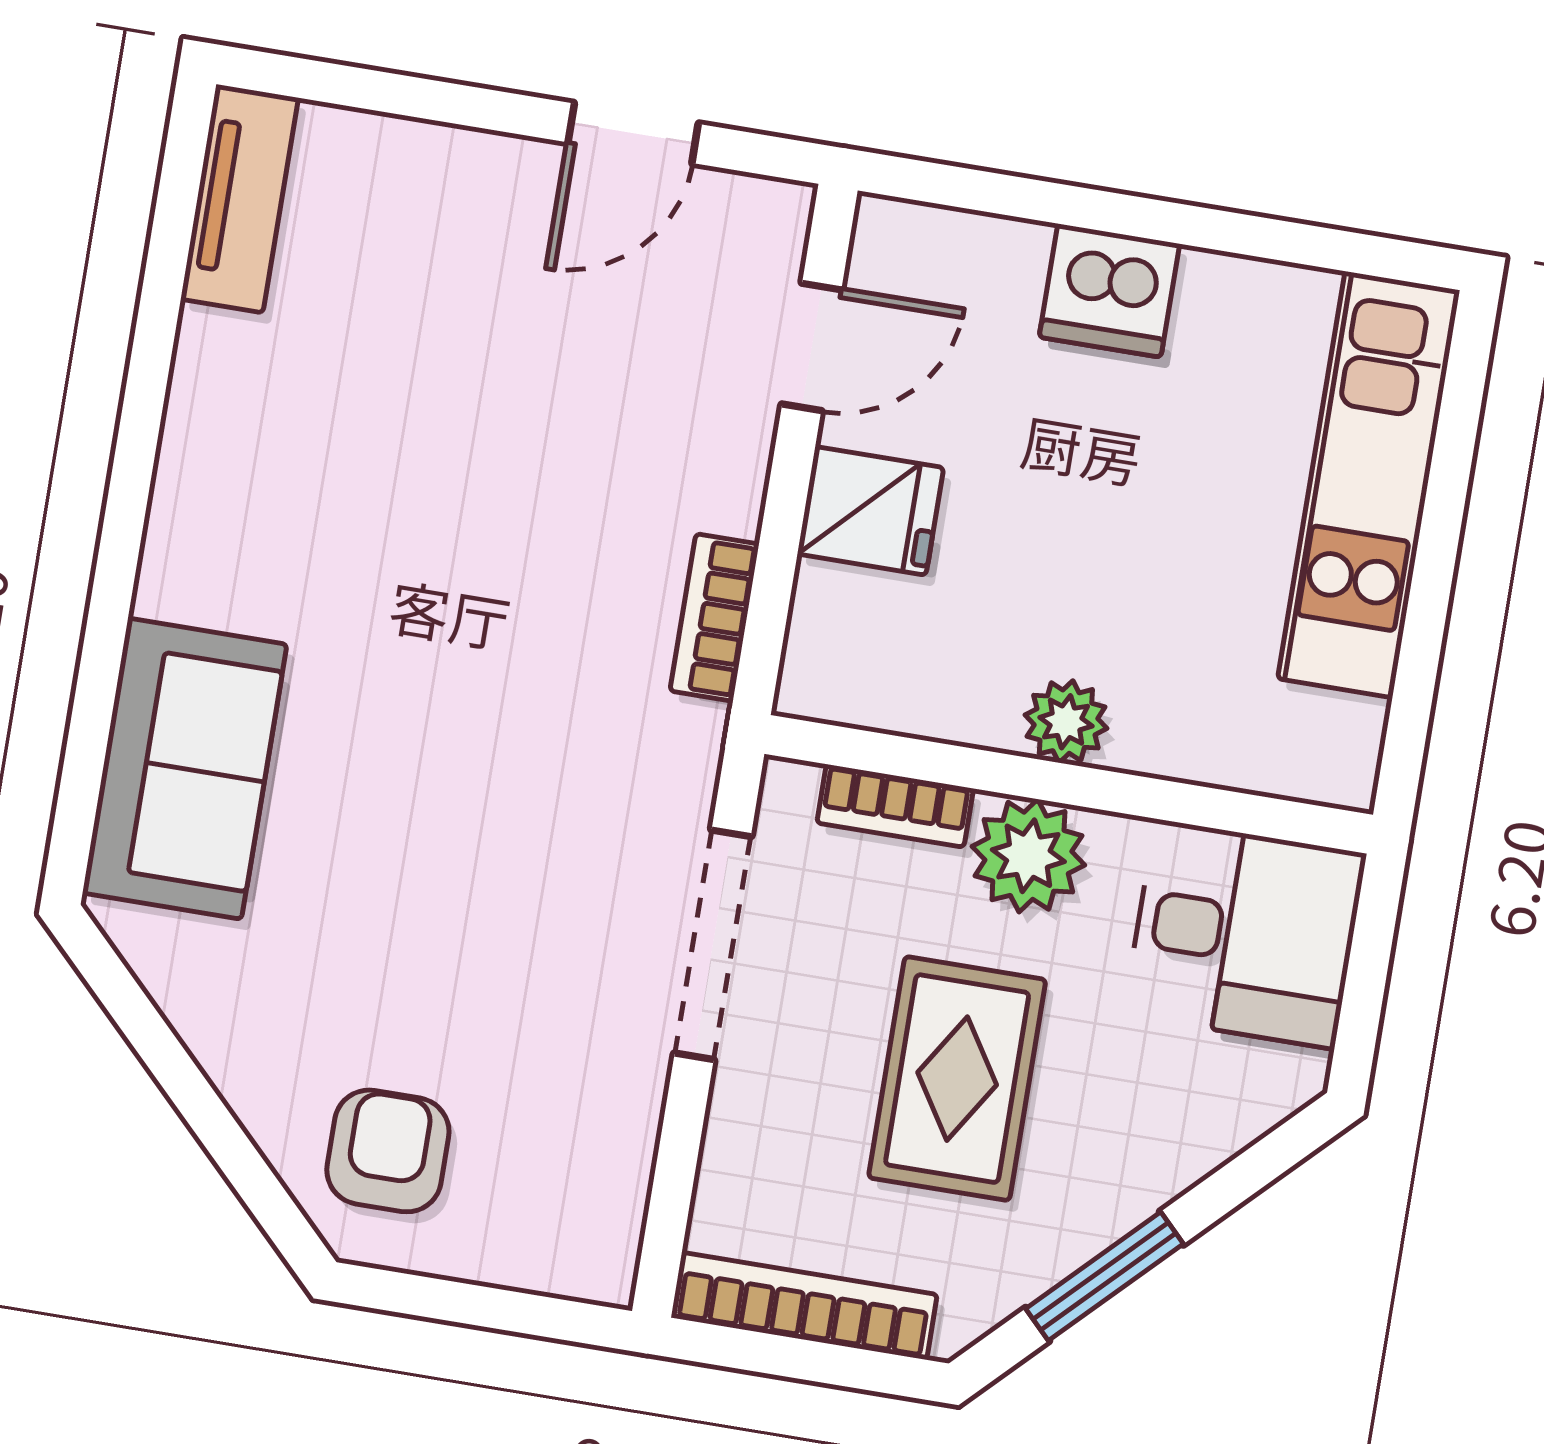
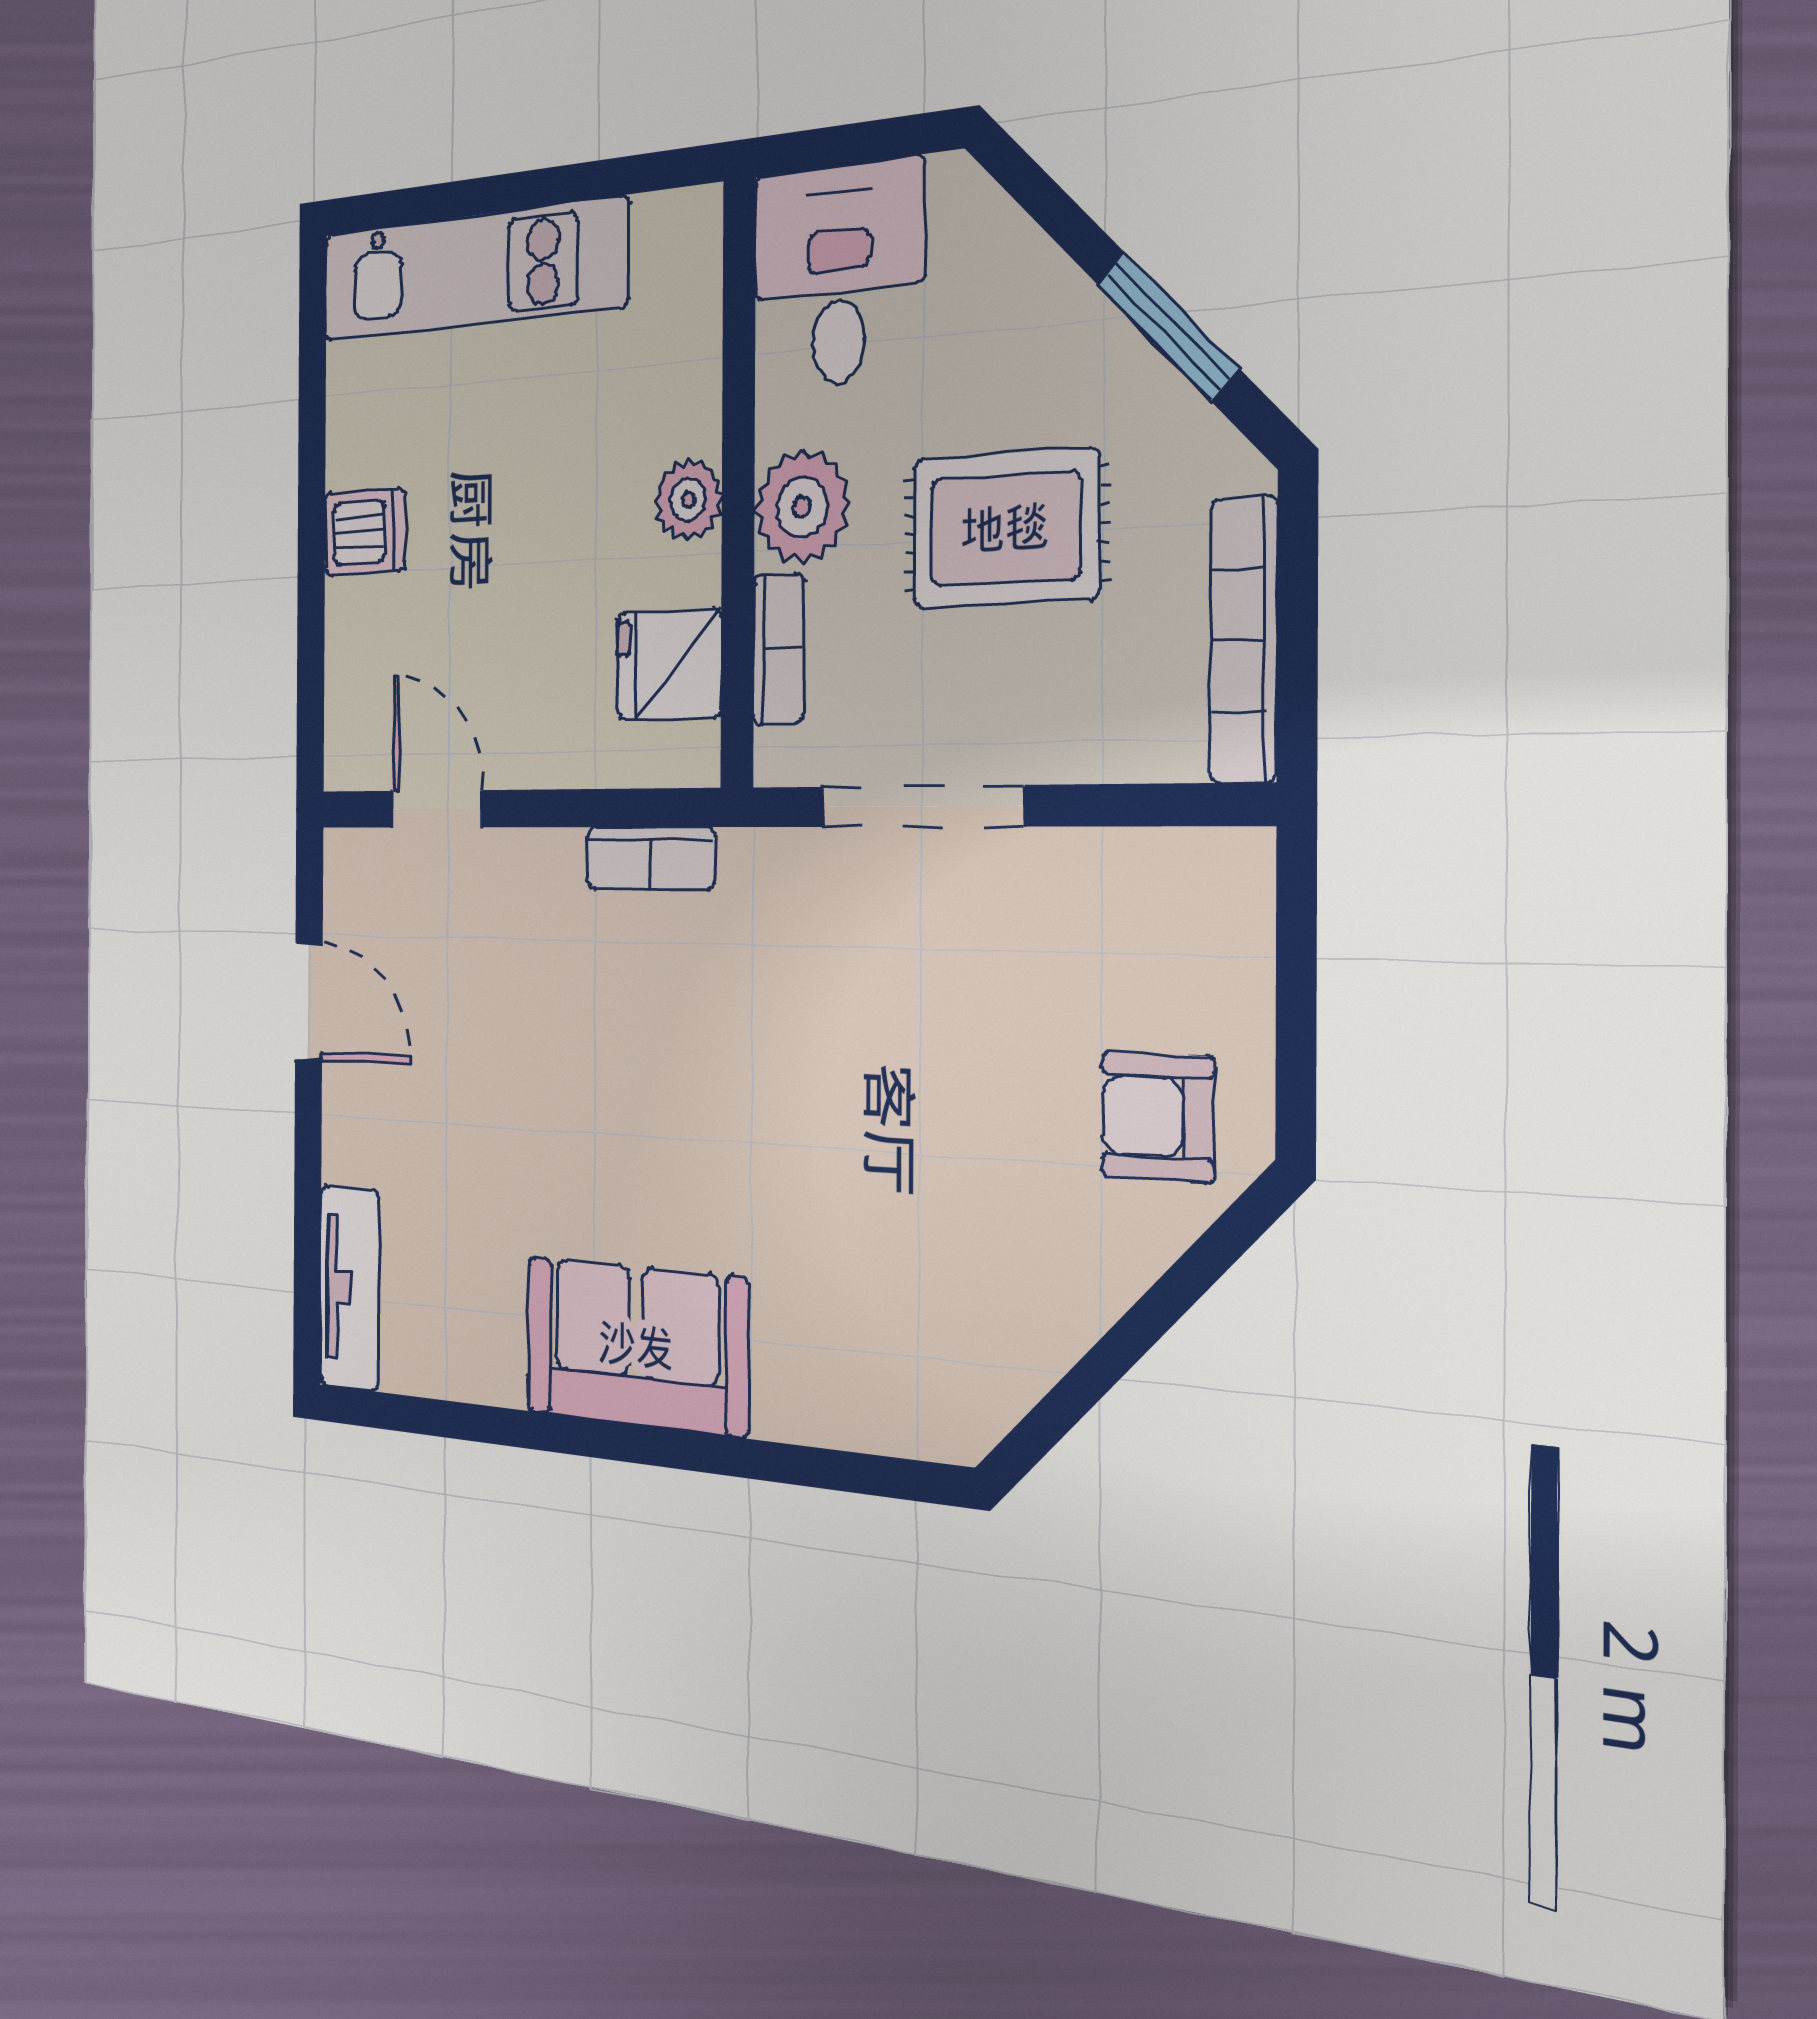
tv unit: (239, 199) -> (349, 1288), moved, turned 90
dishwasher: (1109, 290) -> (365, 532), width x0.73
fridge: (870, 511) -> (669, 665), moved, turned -90
sofa: (185, 769) -> (636, 1346), moved

